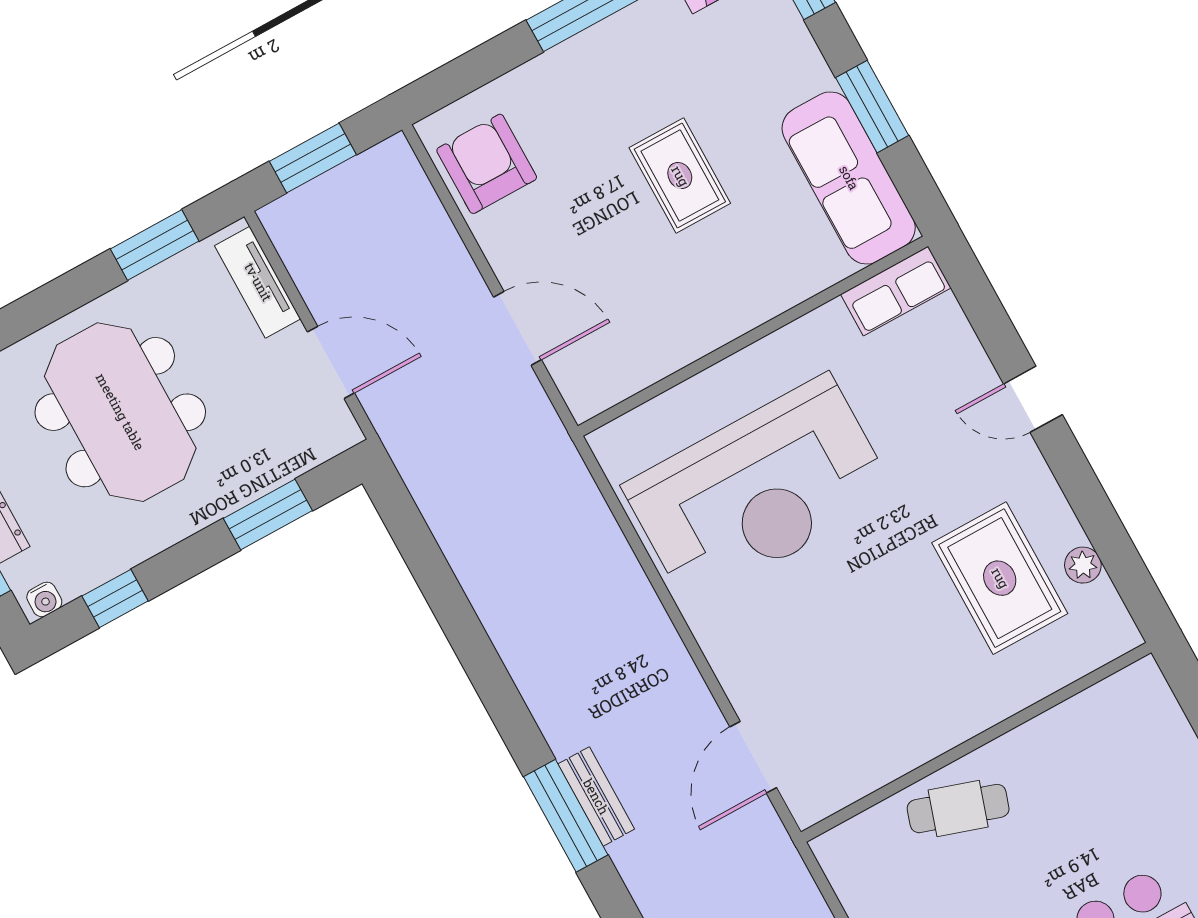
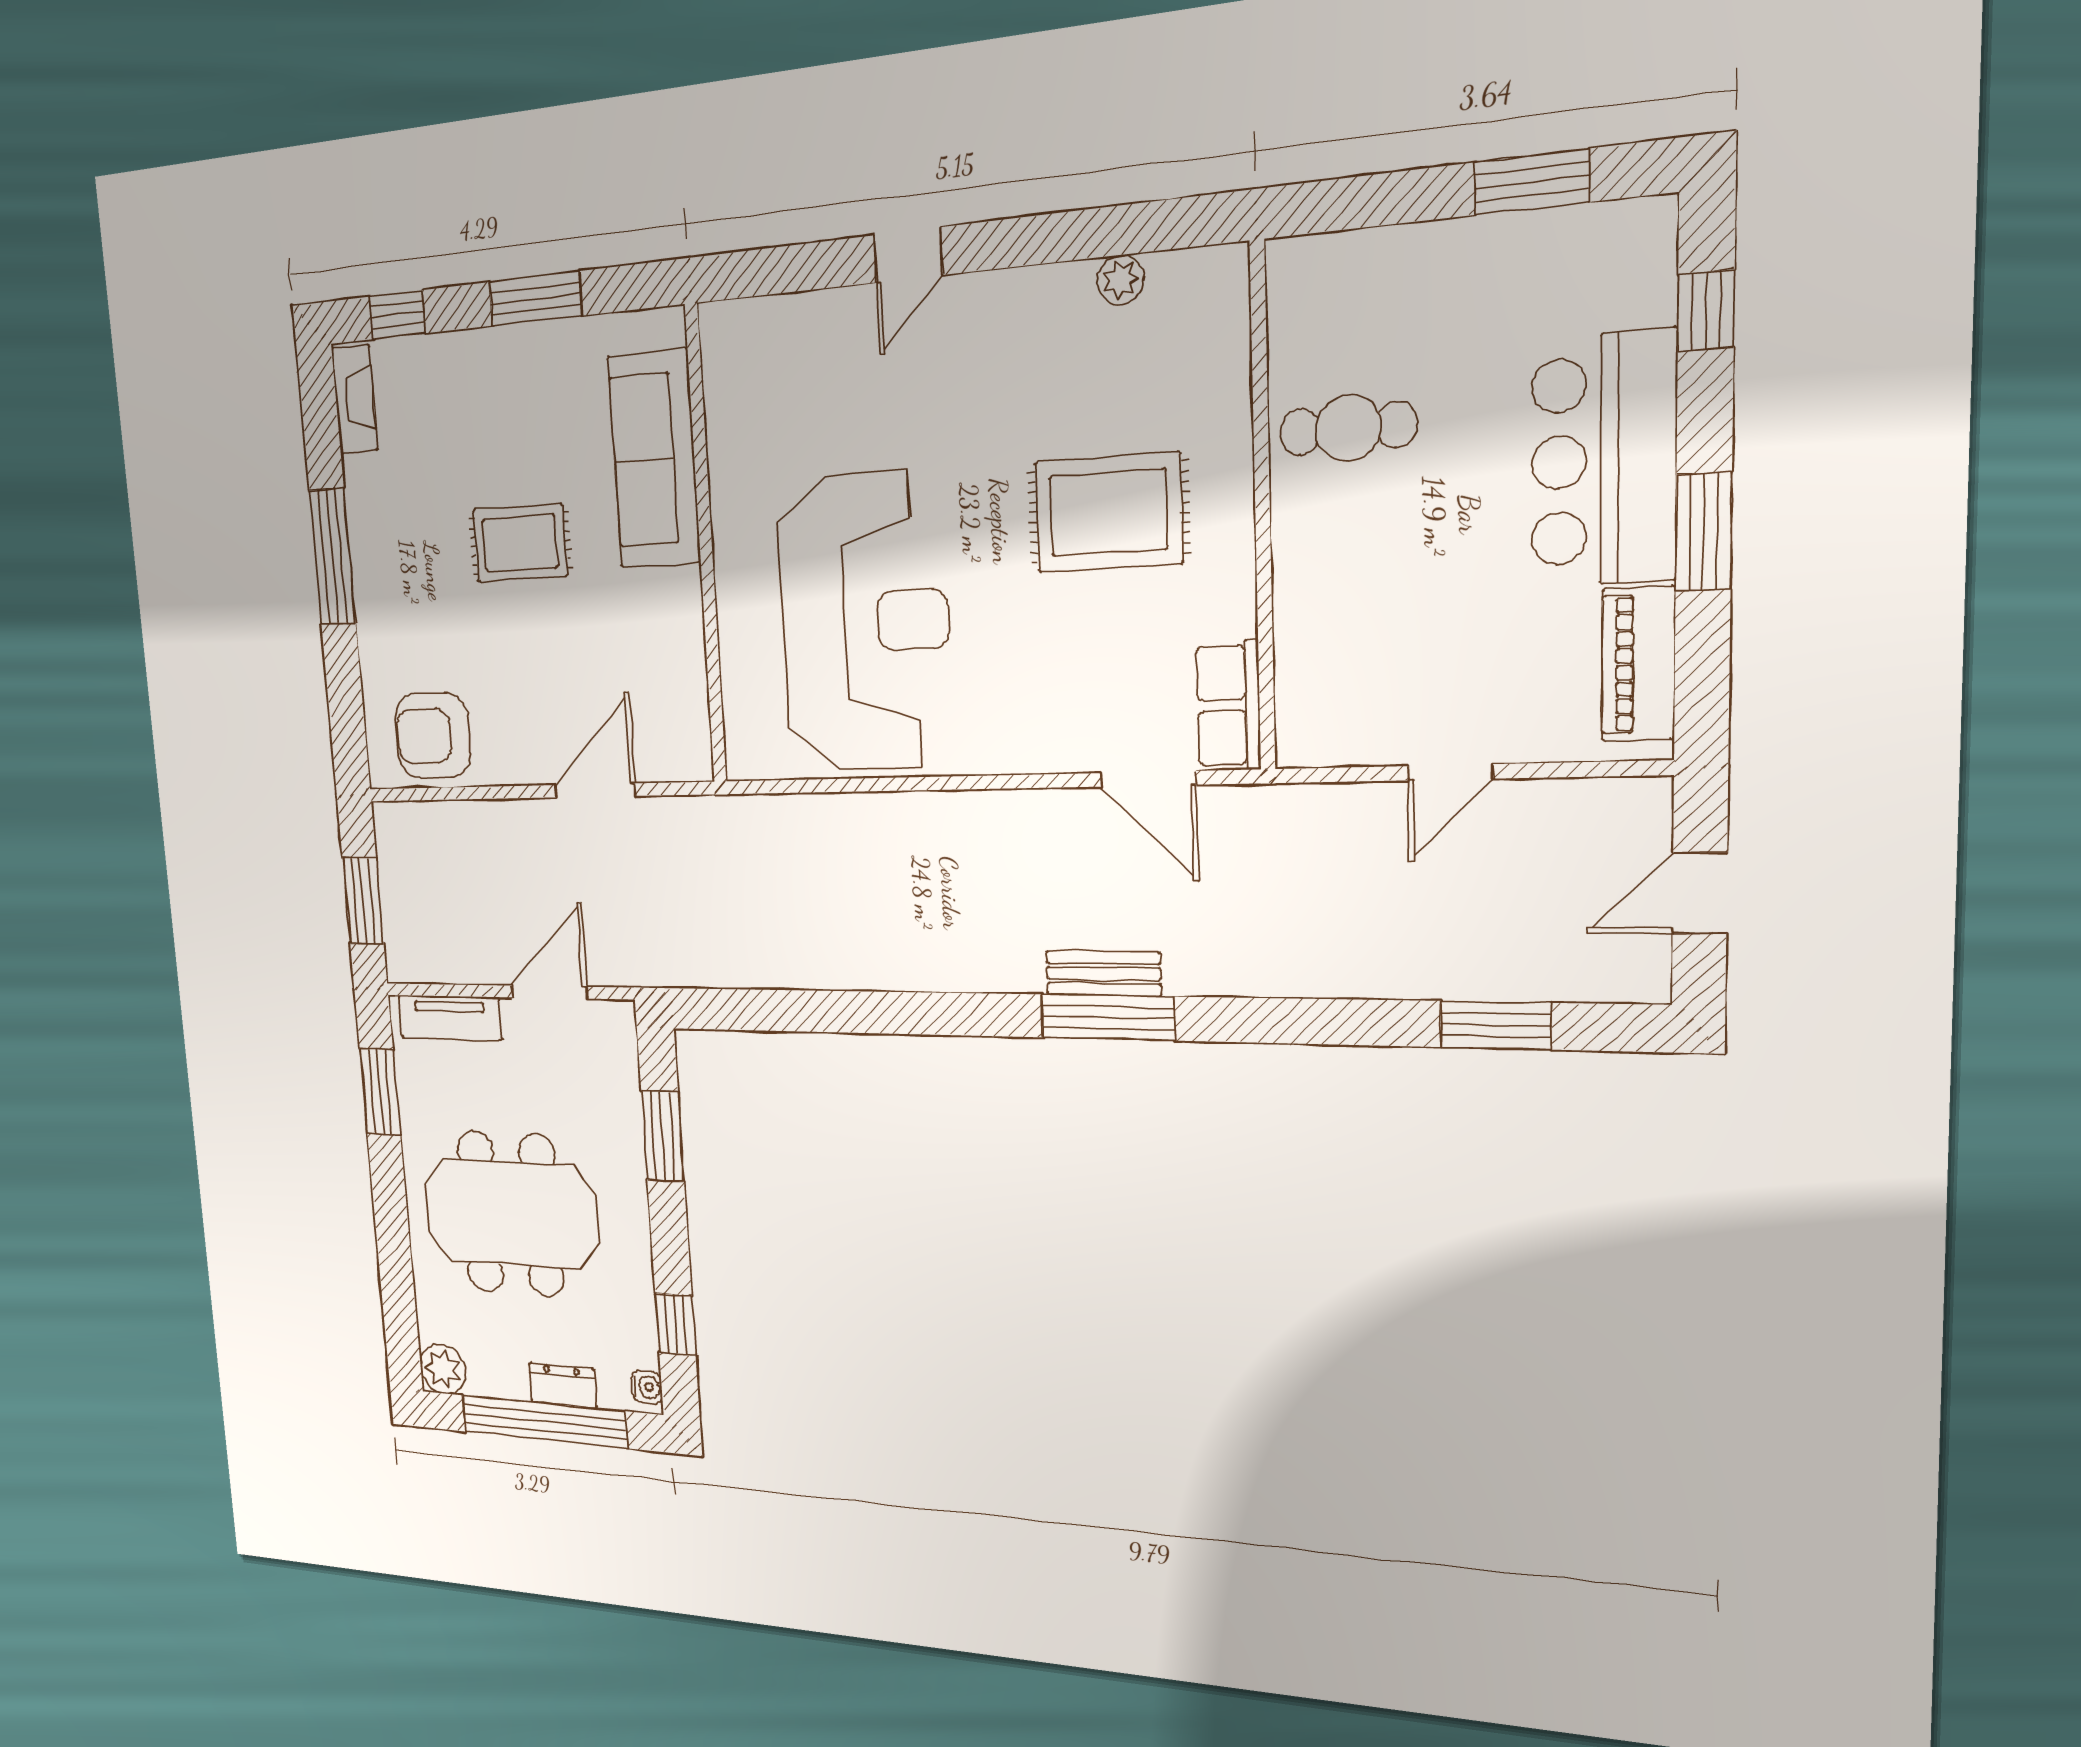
sofa: (849, 178) -> (654, 459), moved, turned 90
row of seats: (896, 291) -> (1228, 705), moved, turned 180
rug: (1000, 578) -> (1108, 513), moved
cafe table: (958, 809) -> (1348, 428), moved, turned 72

